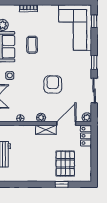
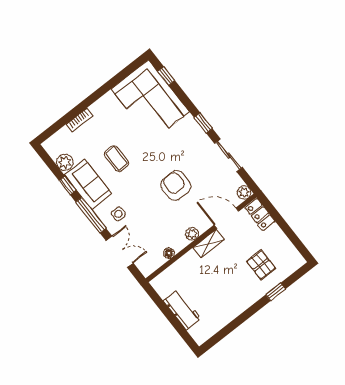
door: (66, 124) -> (226, 218), hinge flipped
pallet: (65, 164) -> (261, 265), width x0.67, depth x0.71

